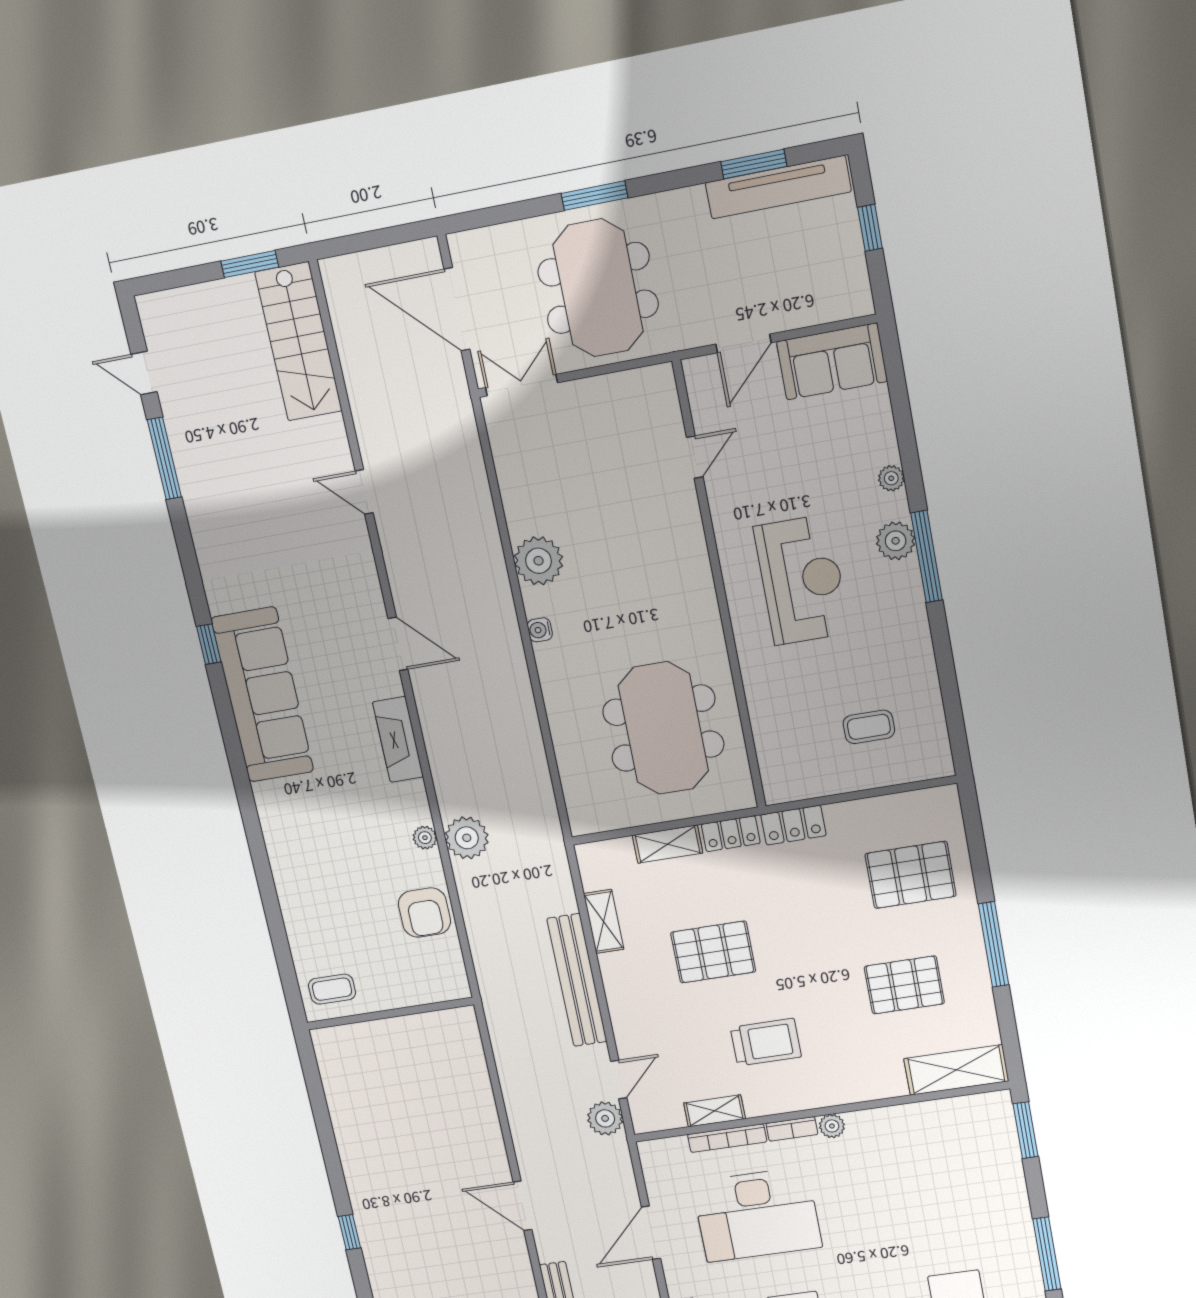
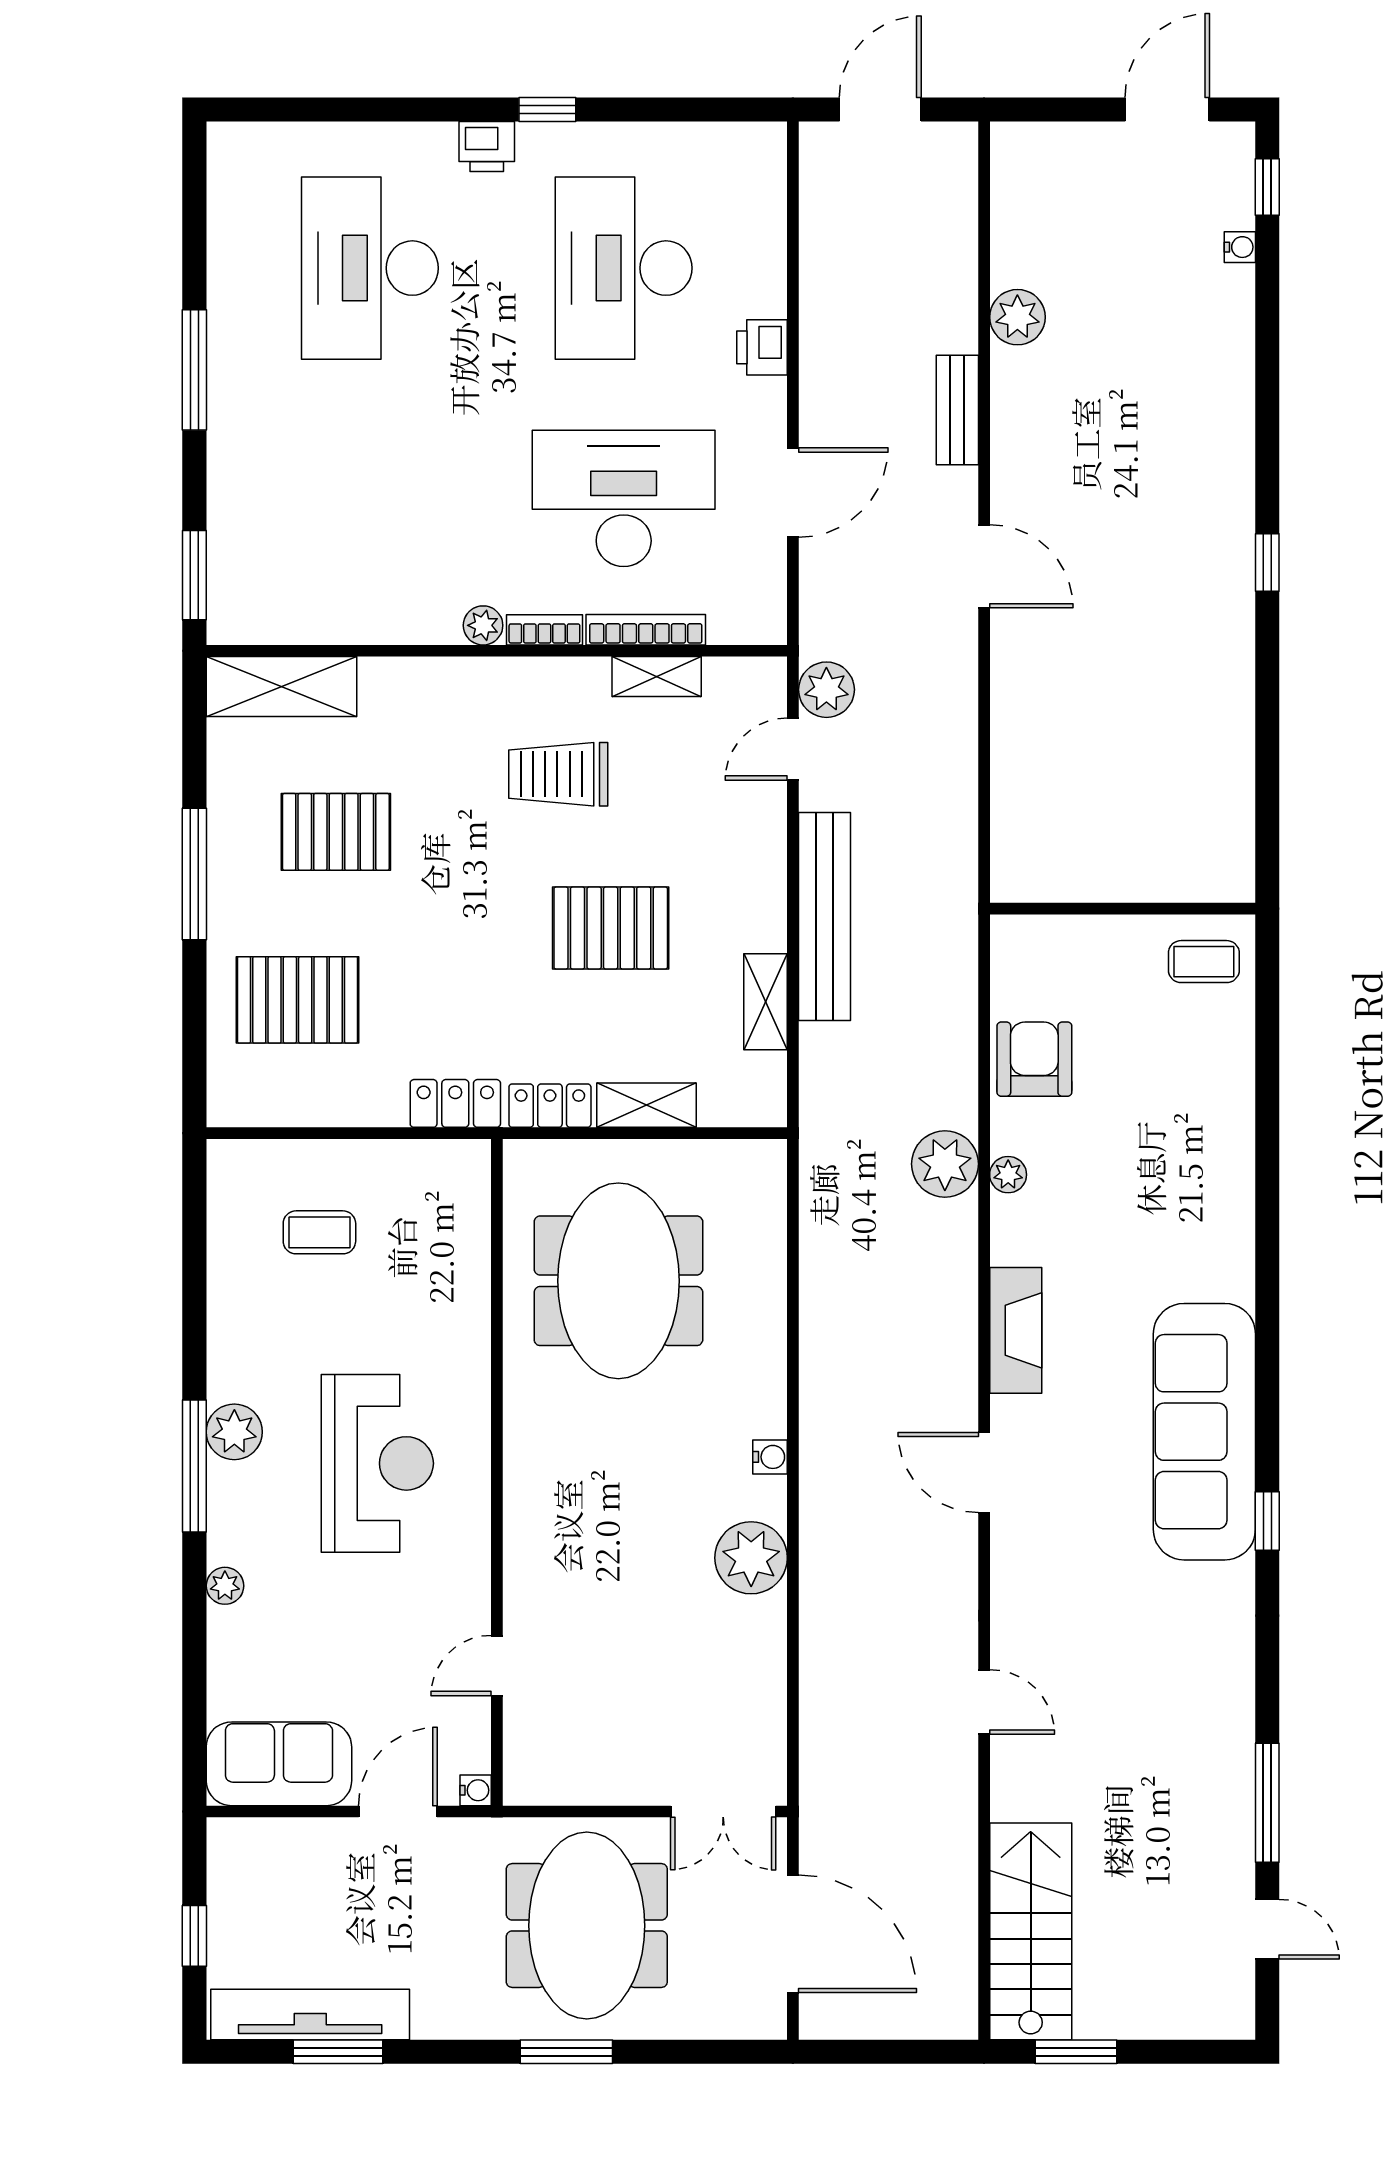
water cooler: (693, 368) -> (476, 1790), added
plant: (896, 541) -> (234, 1432), moved
reception desk: (802, 580) -> (377, 1463), turned 180

